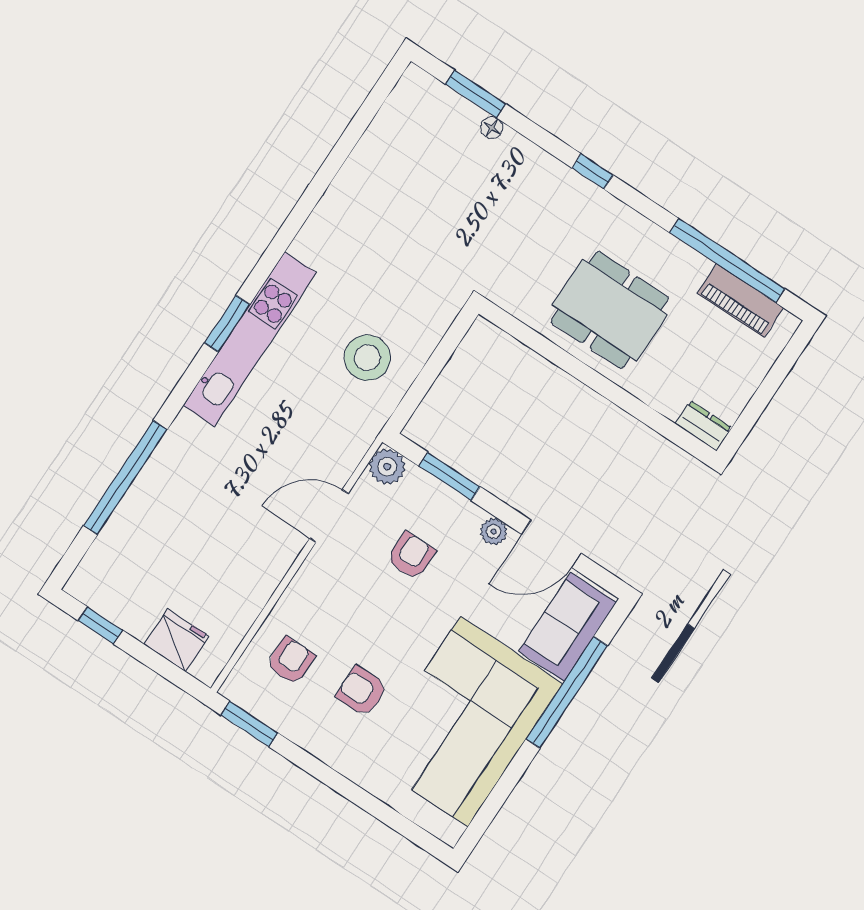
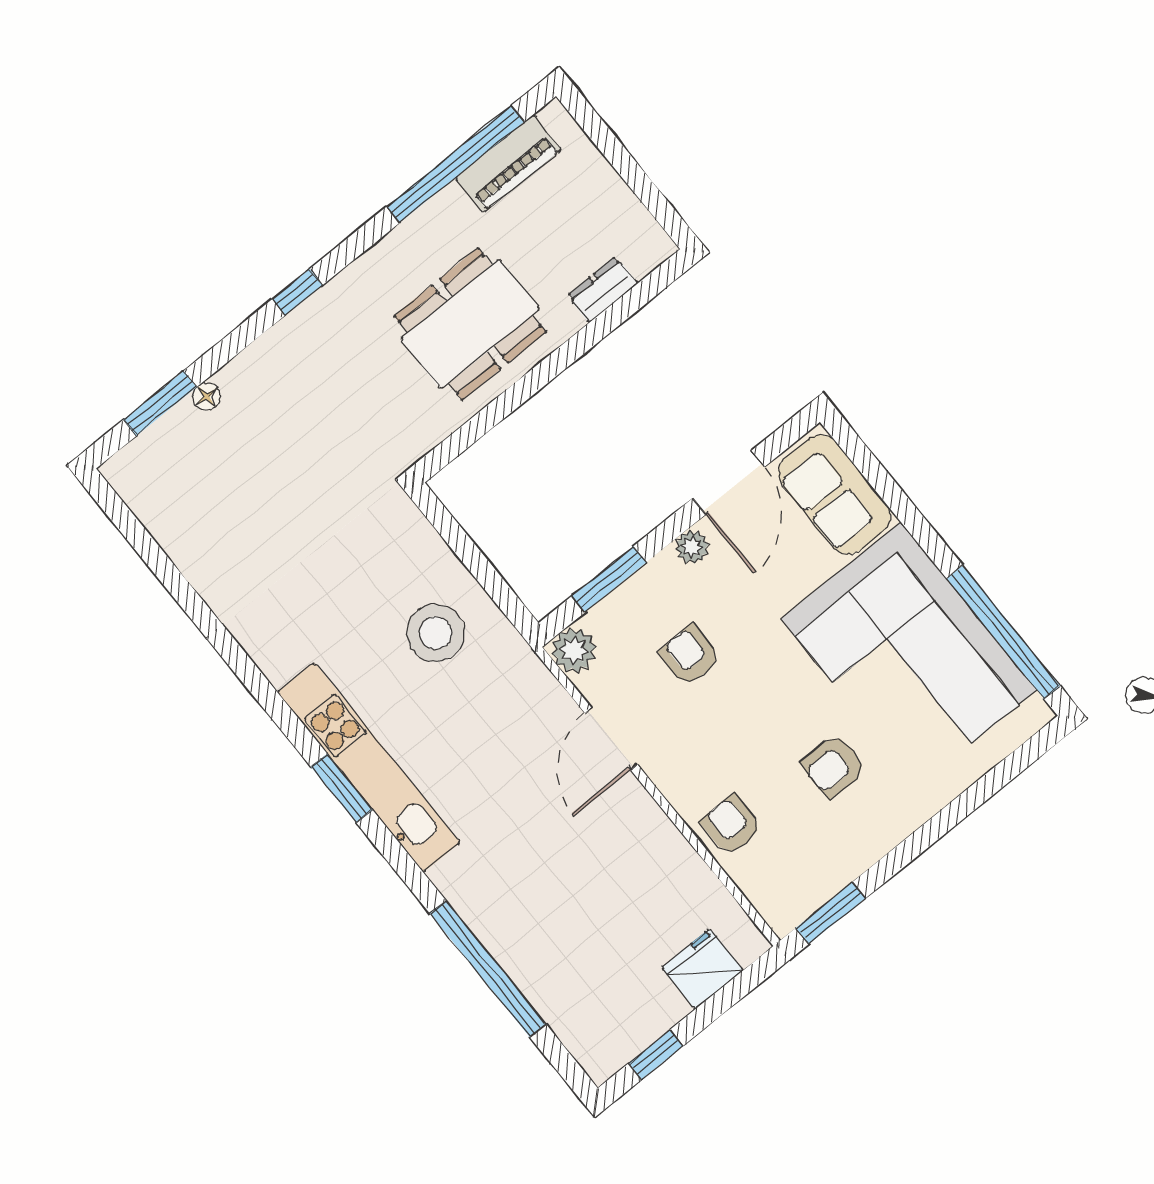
dresser: (703, 426) -> (602, 289), moved
armchair: (291, 661) -> (731, 825), moved
window: (567, 692) -> (1003, 632), moved

